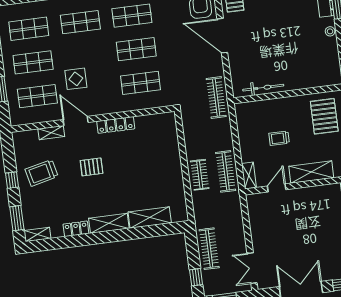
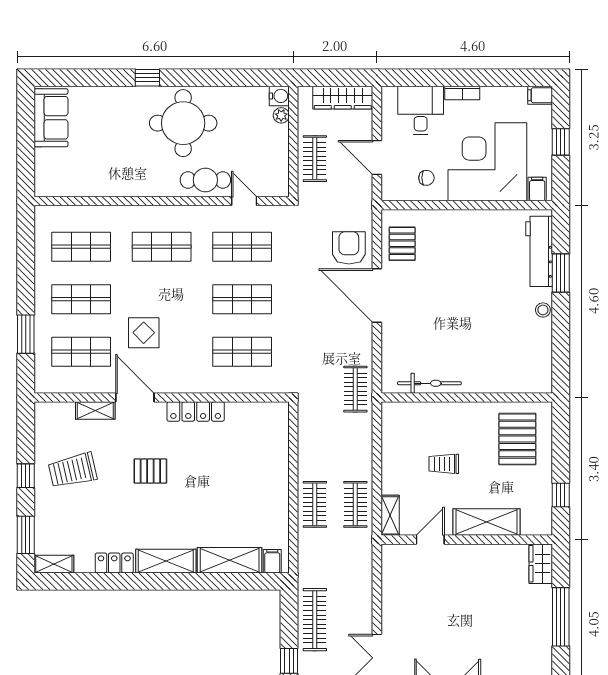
clothes rail: (216, 98) -> (355, 389), width x0.73
clothes rail: (226, 171) -> (355, 504), width x0.73
filing cabinet: (177, 215) -> (272, 561), added

